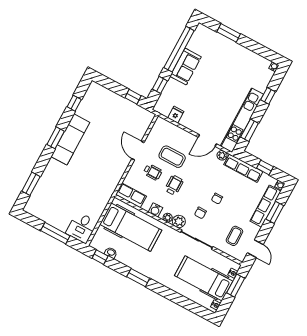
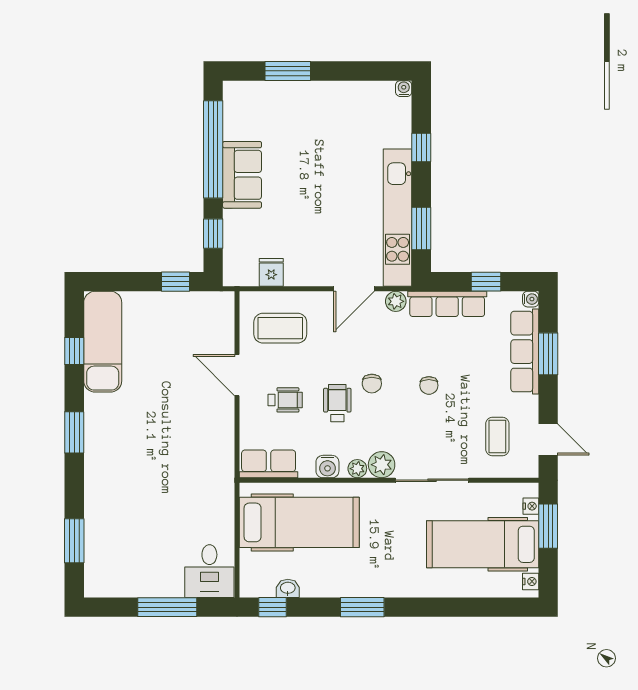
exam couch: (70, 139) -> (103, 342), moved
coffee table: (172, 157) -> (280, 328), moved
chair: (200, 213) -> (372, 384), moved

